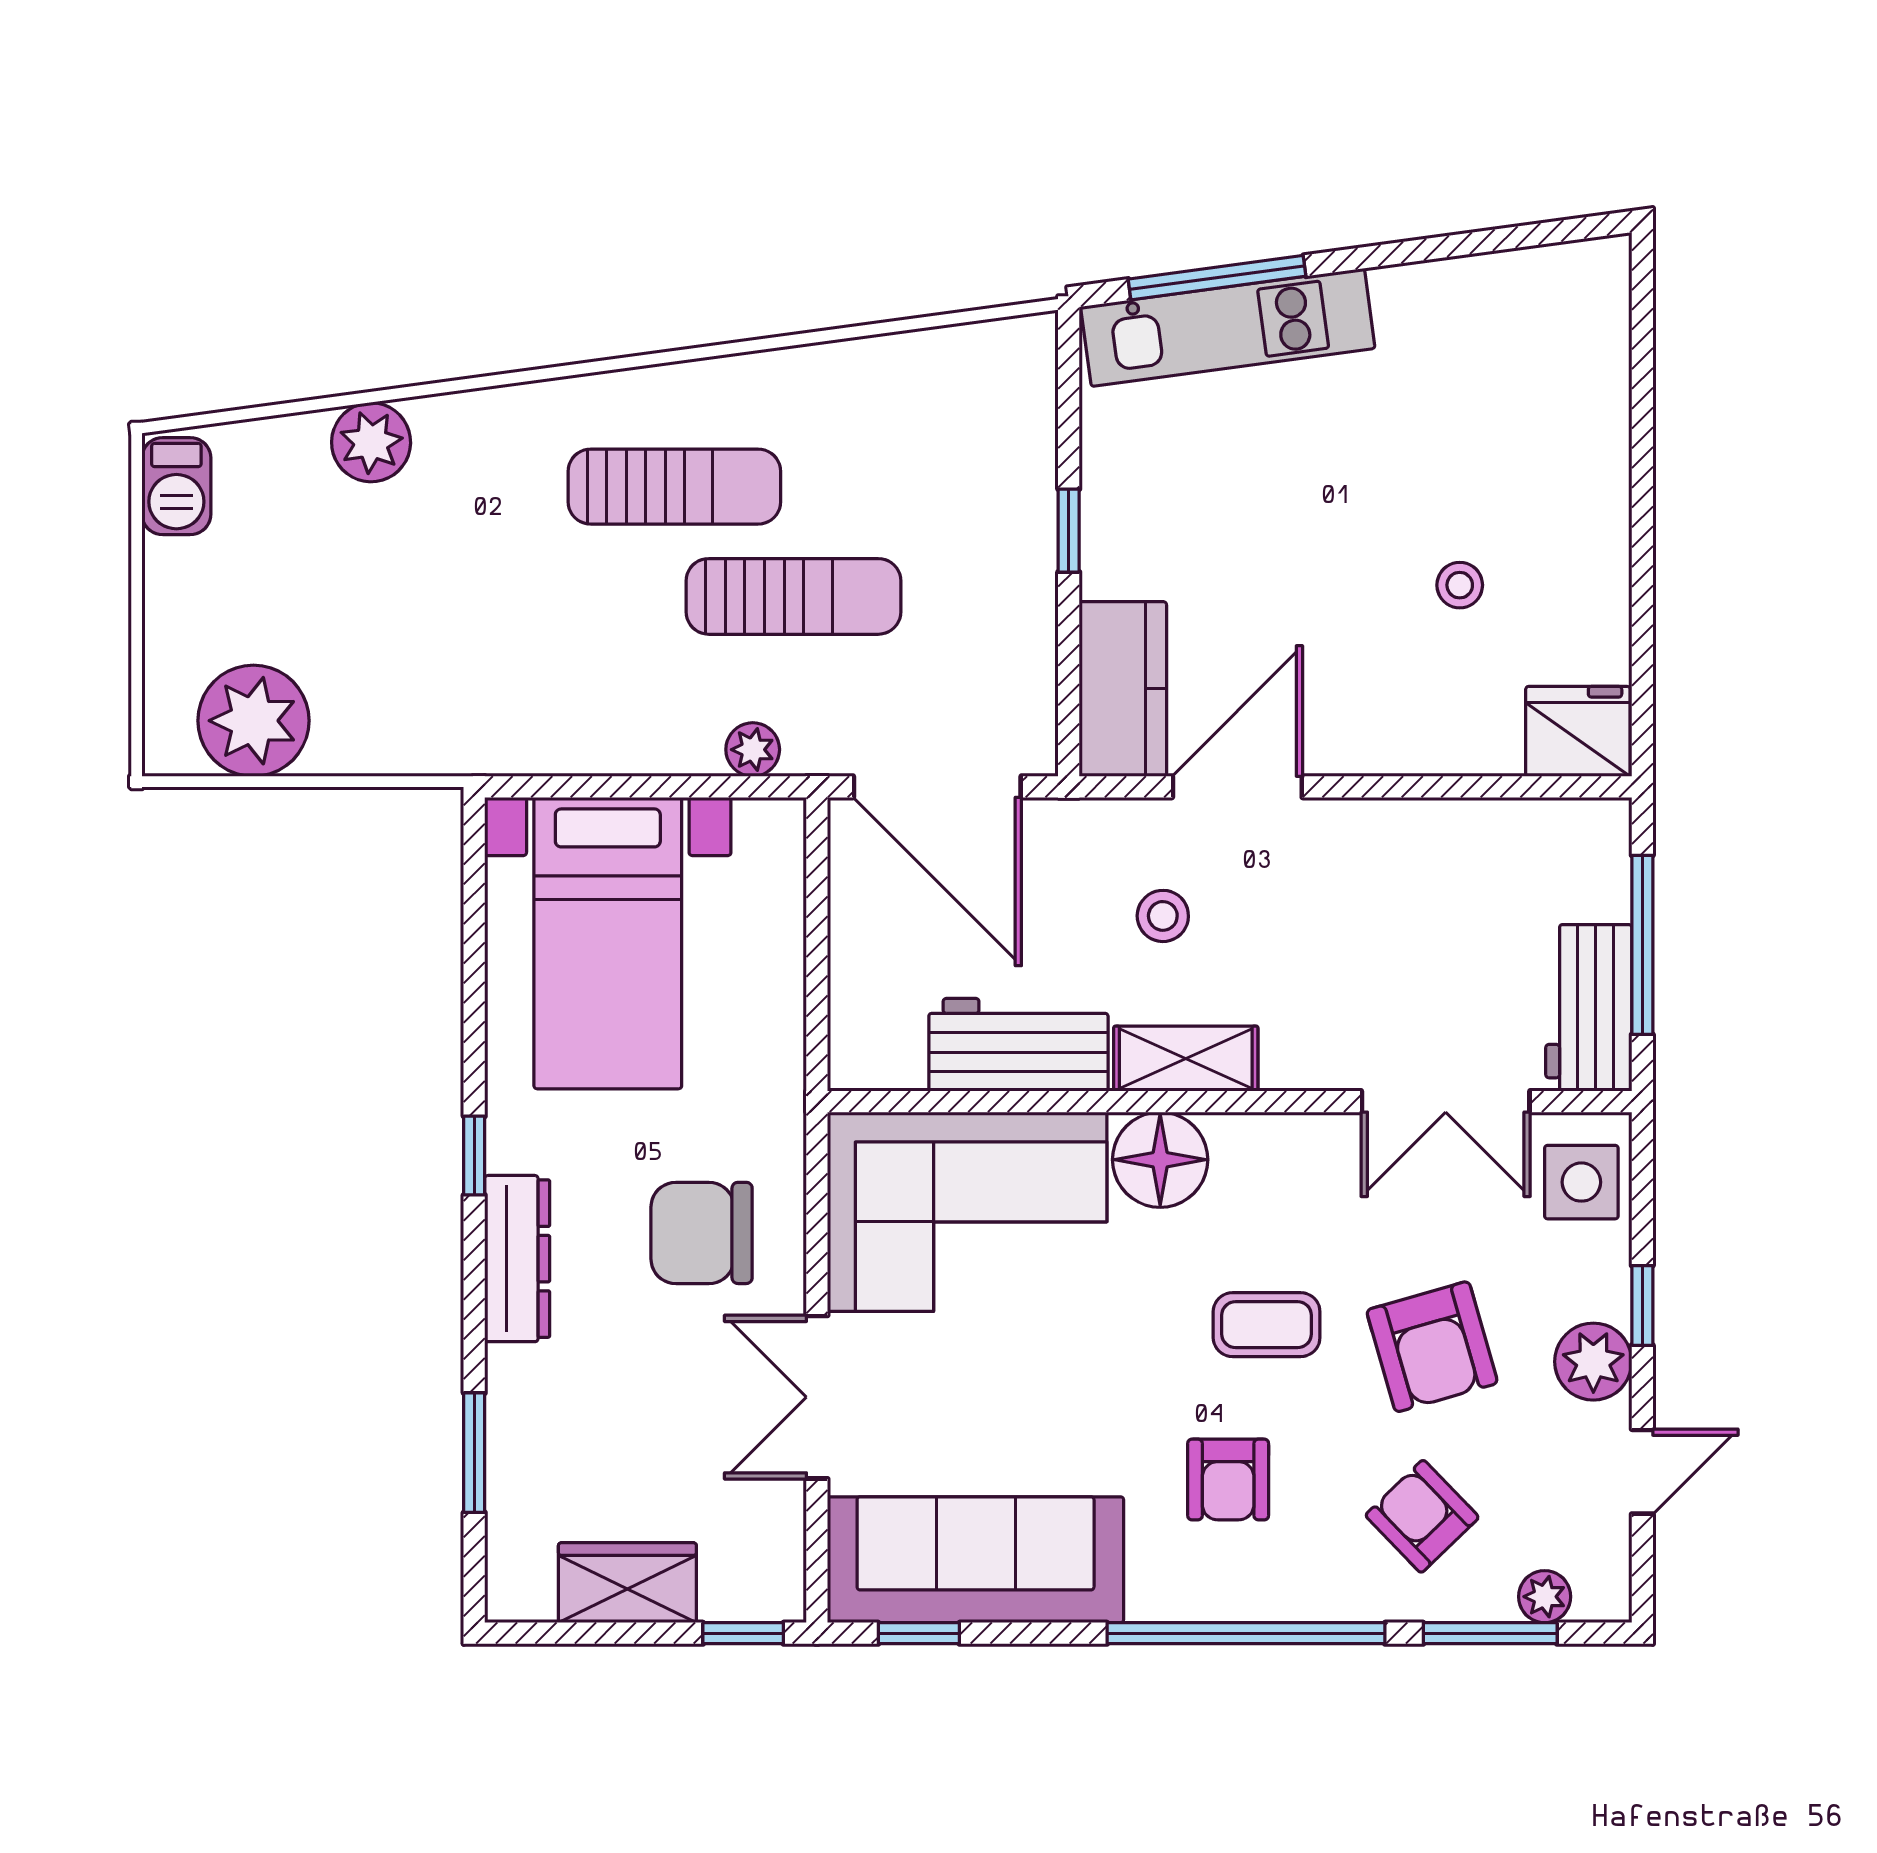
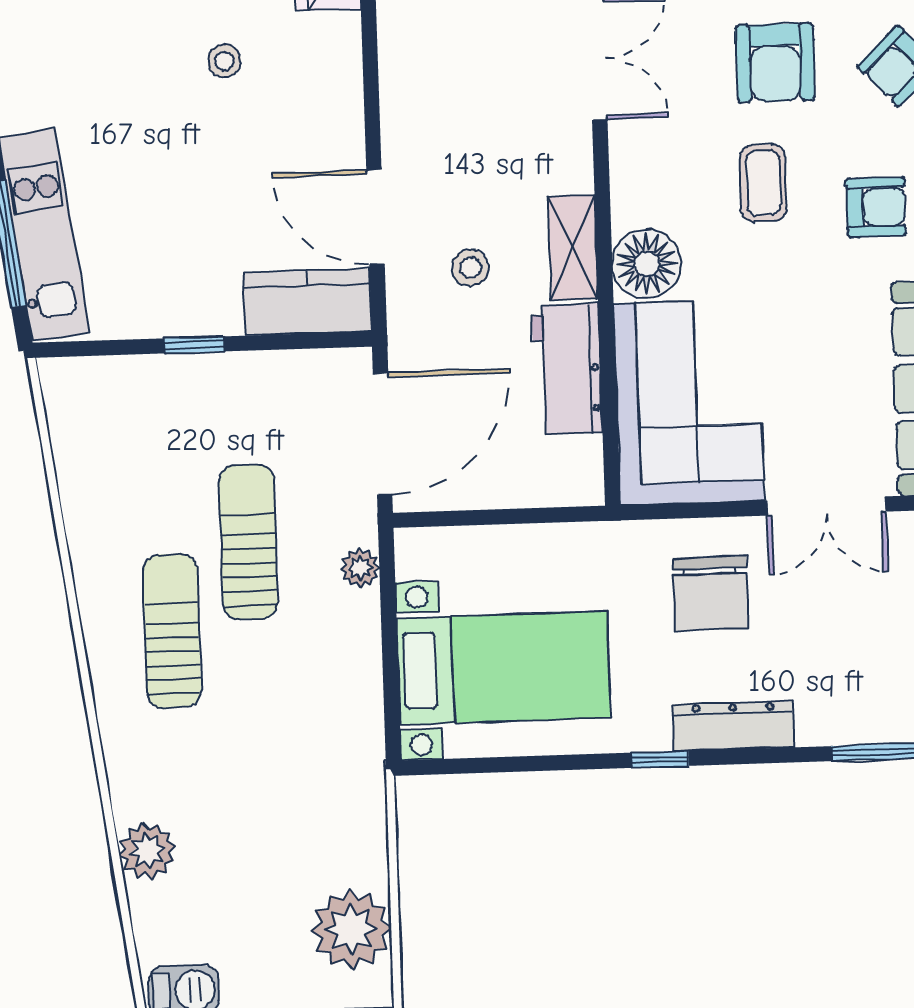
armchair: (1432, 1347) -> (775, 63), turned 106

